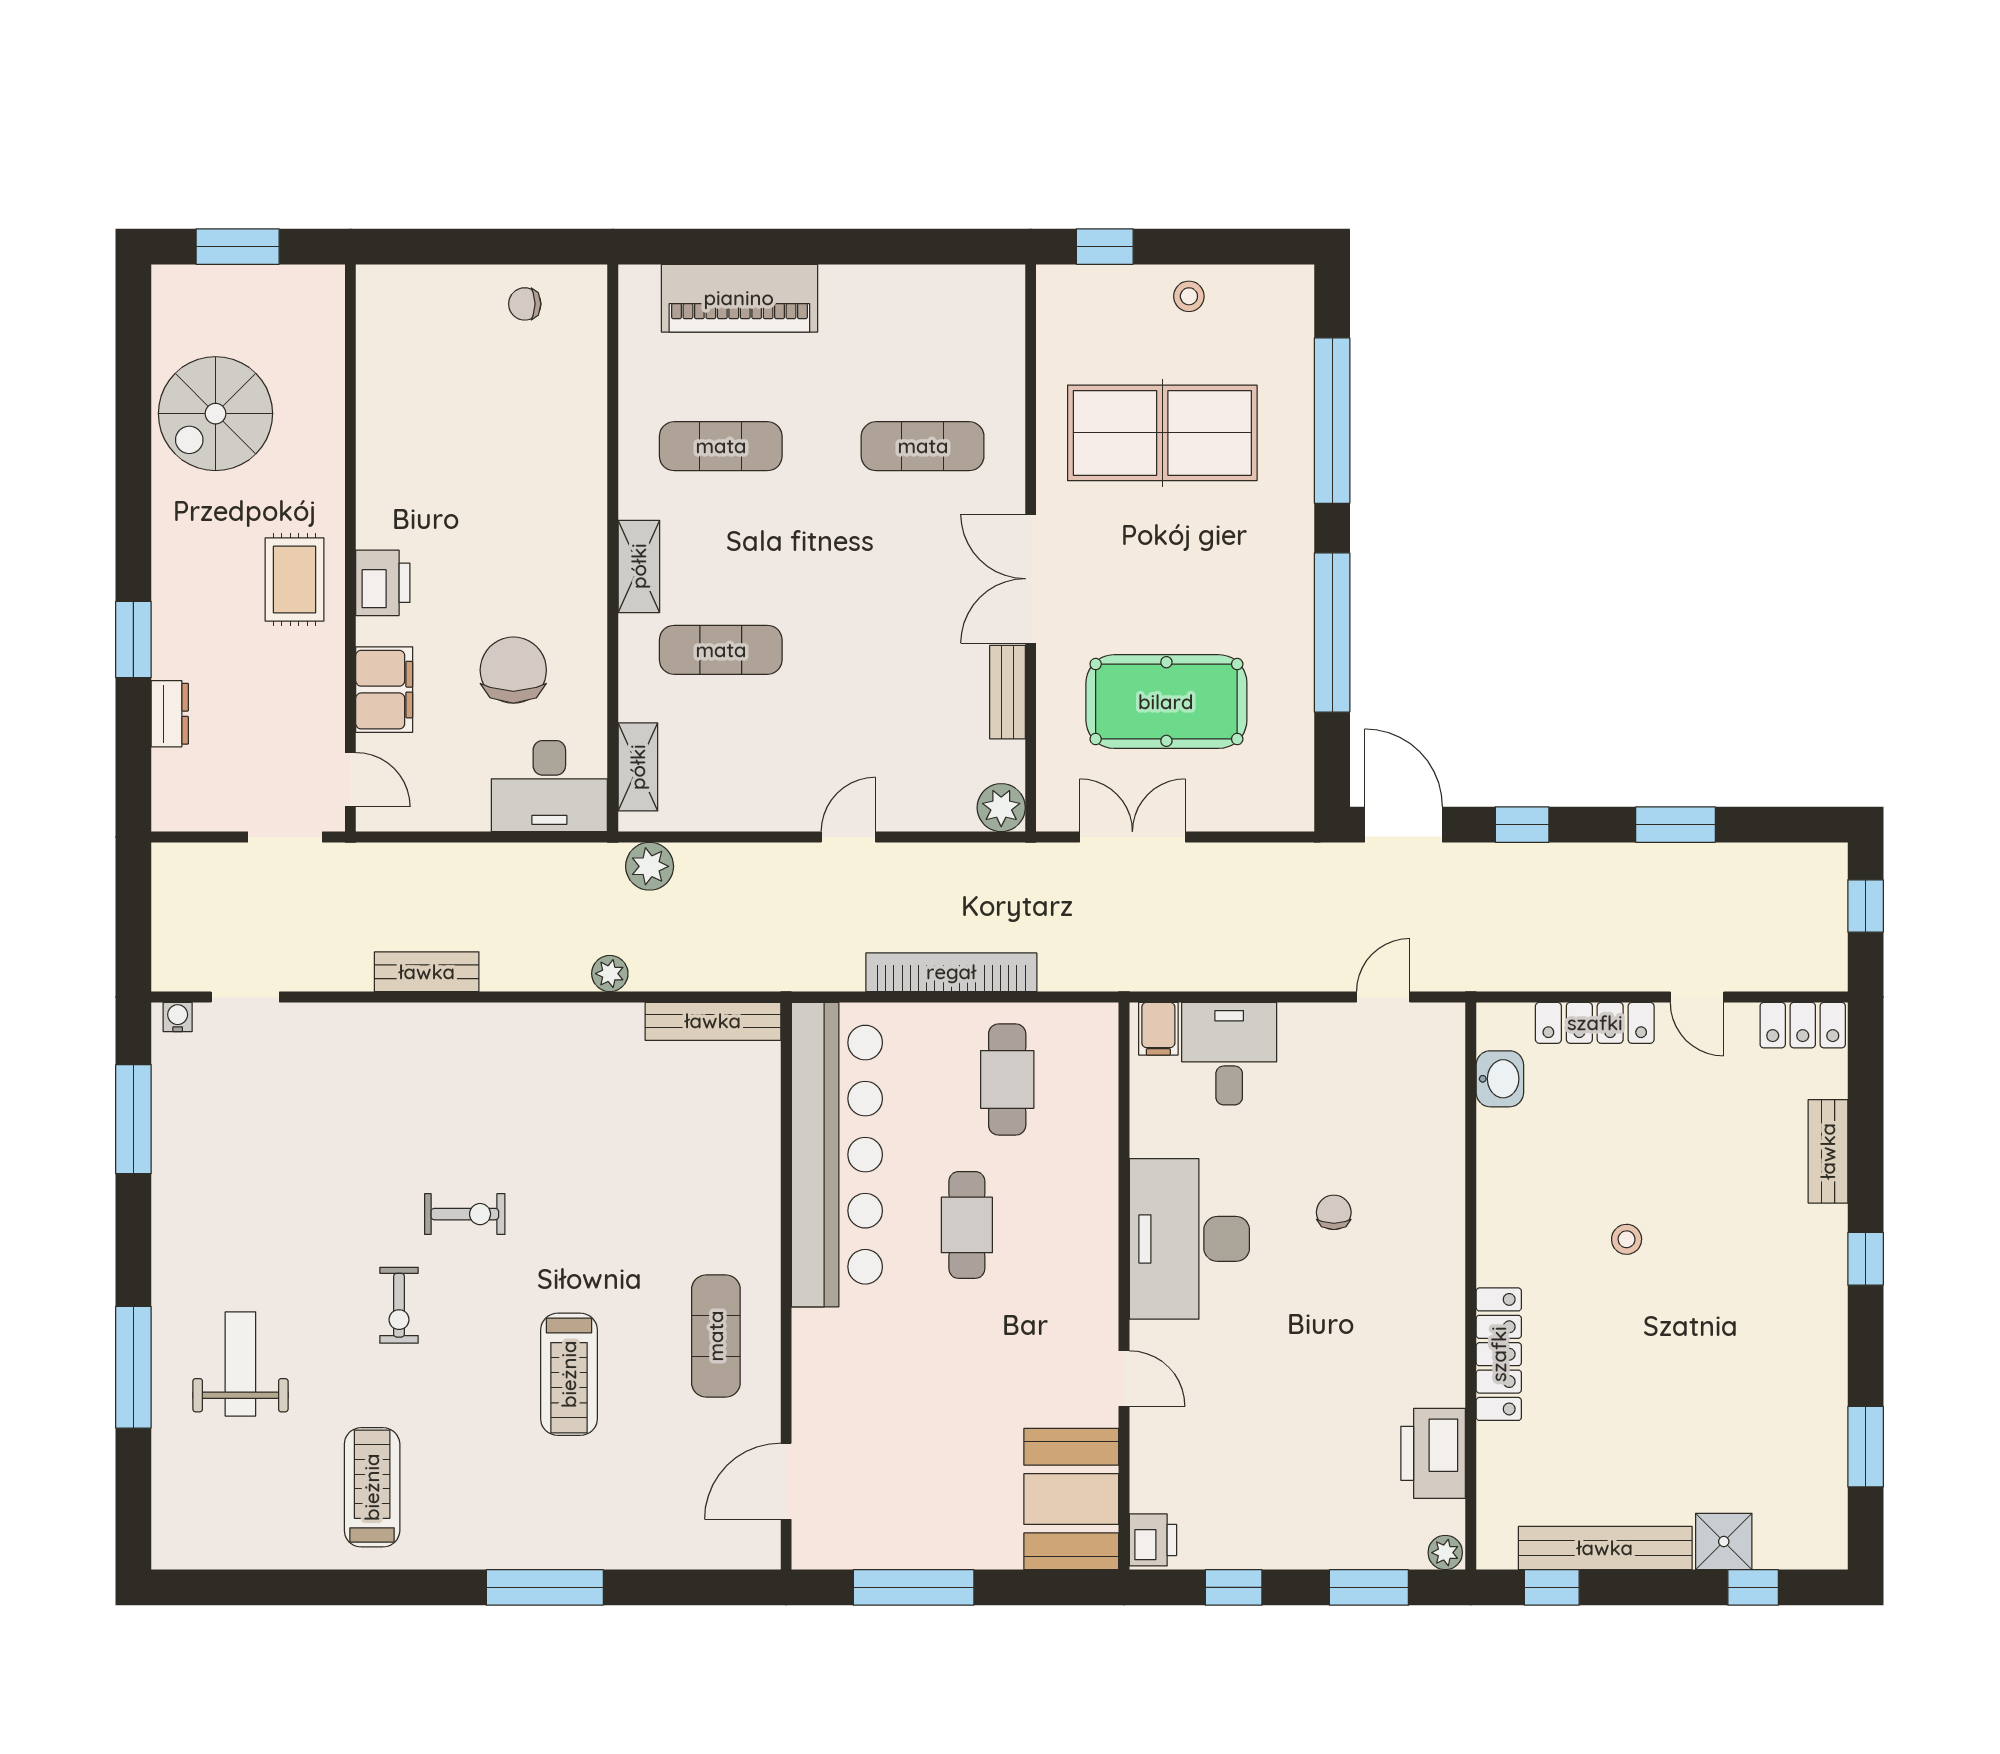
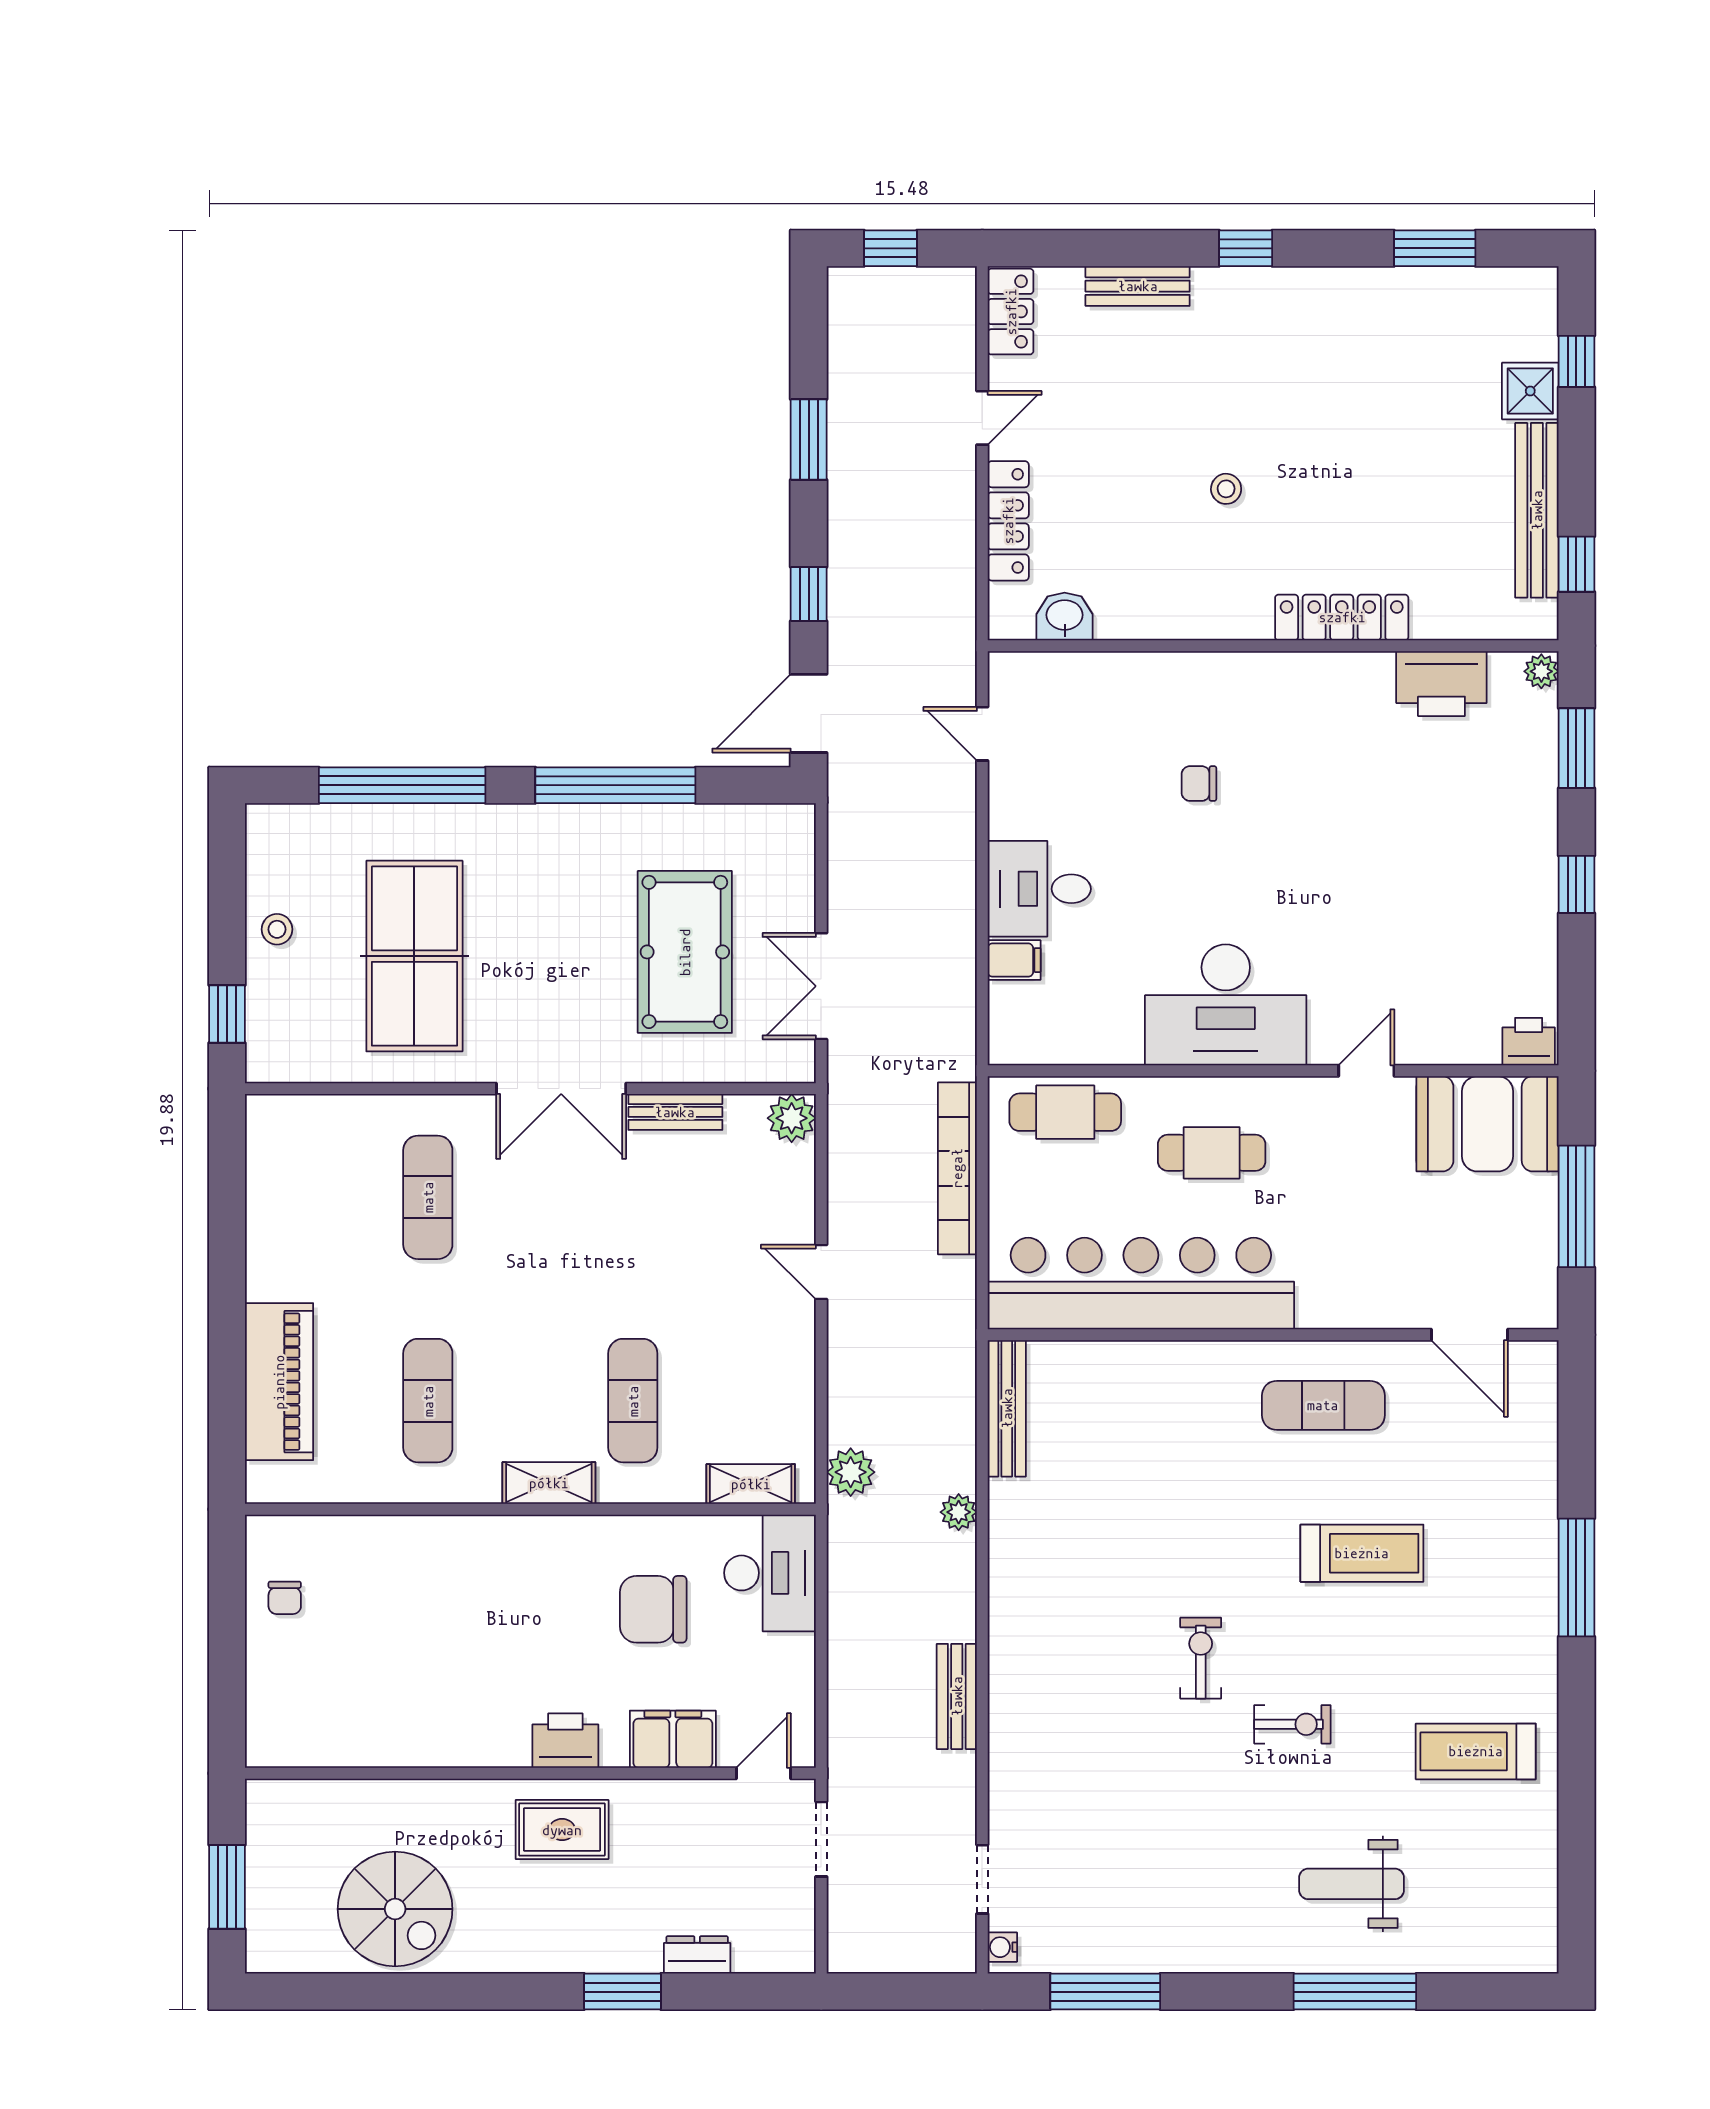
desk: (1189, 1239) -> (1226, 1005), moved
wall: (1124, 1286) -> (1273, 1071), moved
door: (1124, 1379) -> (1366, 1071), moved
booth: (1071, 1499) -> (1488, 1124), moved
printer: (1153, 1540) -> (1529, 1042), moved

